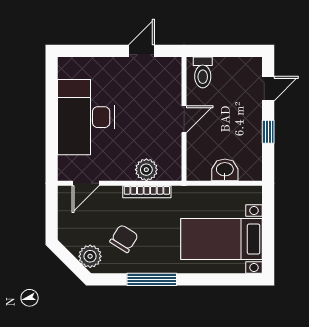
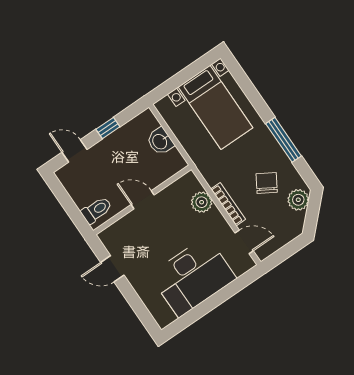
bookcase: (147, 192) -> (228, 204), moved
chair: (124, 239) -> (267, 183), turned 89

